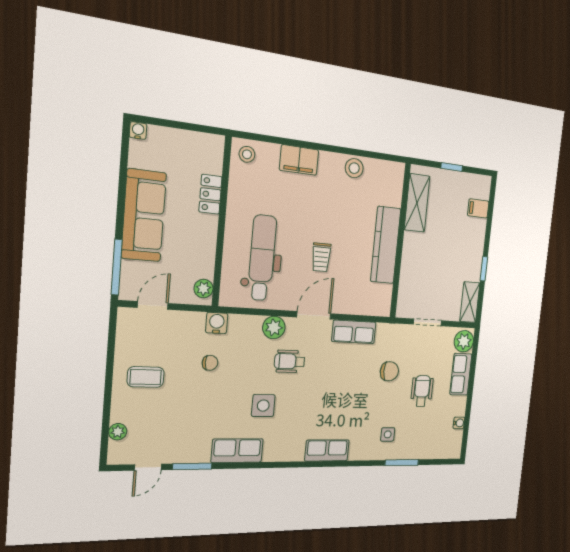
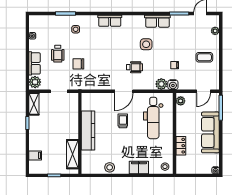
plant: (274, 327) -> (161, 84), moved
row of seats: (354, 332) -> (101, 84), removed

